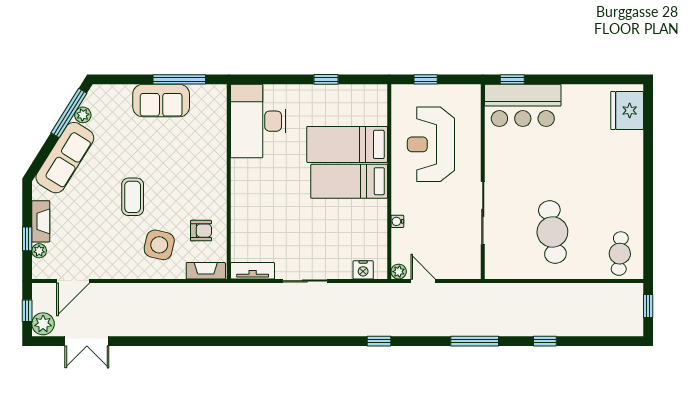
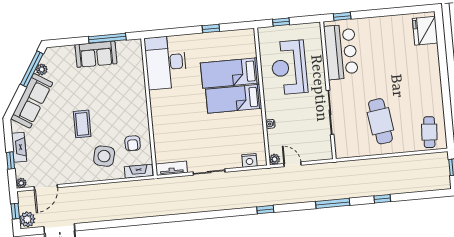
bar counter: (523, 105) -> (341, 52), moved, turned -90
armchair: (201, 231) -> (133, 143), turned 90
plant: (39, 251) -> (21, 183), moved

